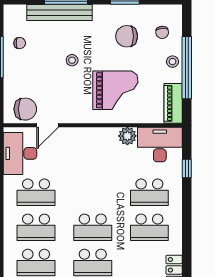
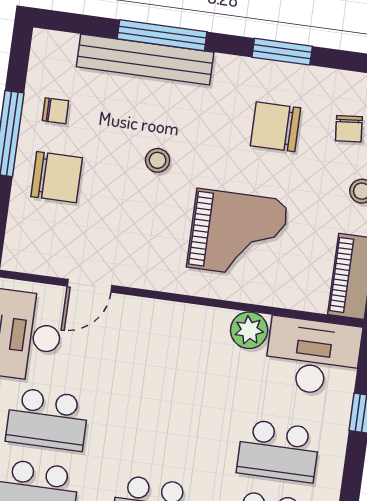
chair: (25, 109) -> (57, 177), moved

